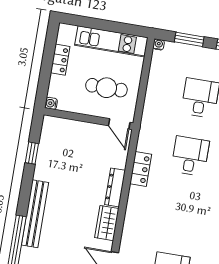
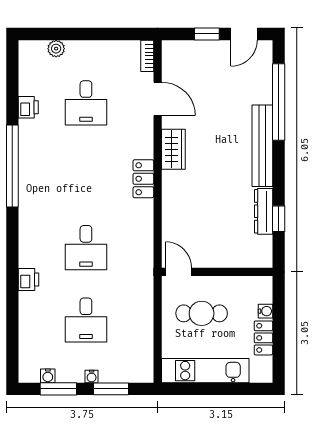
water cooler: (159, 45) -> (92, 376), moved
water cooler: (51, 103) -> (265, 311), moved
locker: (141, 169) -> (143, 179), moved
dresser: (115, 187) -> (264, 211), moved, turned 180

